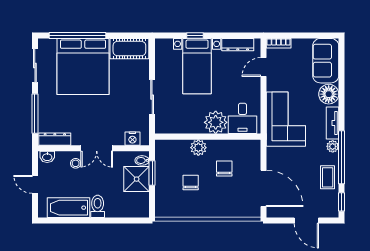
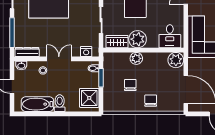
plant: (216, 122) -> (138, 39), moved
wardrobe: (173, 125) -> (117, 42), added
double door: (97, 148) -> (59, 59), swing flipped
plant: (250, 150) -> (176, 60), added
chair: (224, 169) -> (151, 101), moved
shower: (137, 179) -> (89, 98), moved

